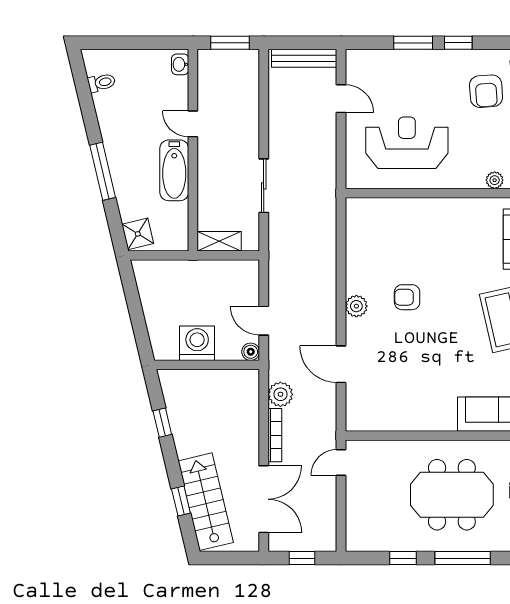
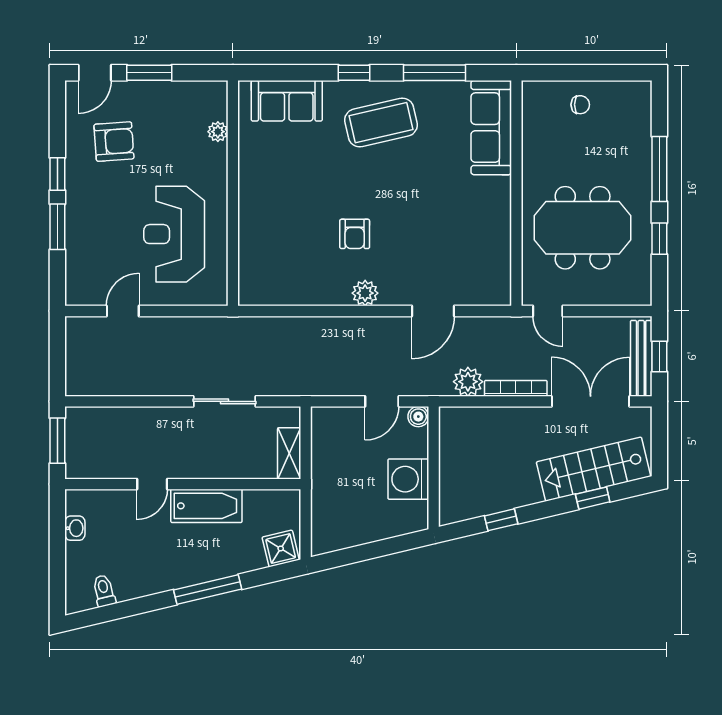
bench: (304, 58) -> (641, 358), moved
washbasin: (180, 64) -> (75, 528), moved, turned -90
meeting table: (452, 495) -> (583, 228), moved, turned 90

